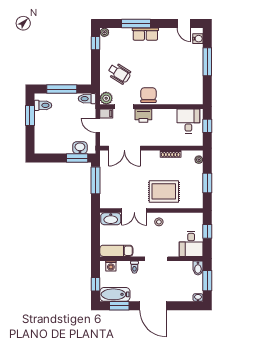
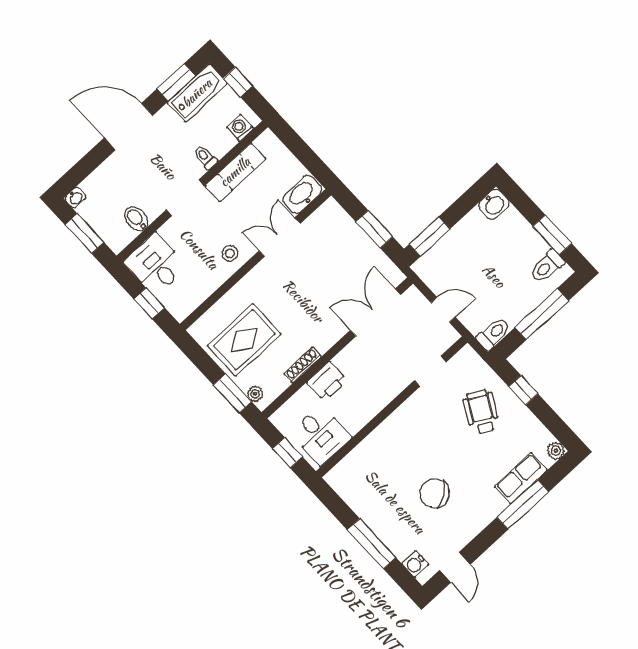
door: (184, 23) -> (455, 567), swing flipped
row of seats: (145, 34) -> (521, 478), moved
window: (96, 43) -> (523, 390), moved
wheelchair: (119, 73) -> (481, 412), turned 86
chair: (148, 95) -> (435, 493), moved, turned 143
plant: (106, 98) -> (467, 359), removed
filing cabinet: (106, 114) -> (447, 338), removed
printer: (143, 116) -> (327, 381), moved, turned 180
washbasin: (80, 148) -> (494, 204), moved
window: (96, 180) -> (374, 229), width x0.69
window: (207, 183) -> (232, 393), moved
rug: (164, 191) -> (244, 340), moved
exam couch: (116, 251) -> (235, 172), moved
bidet: (198, 268) -> (136, 219), moved

